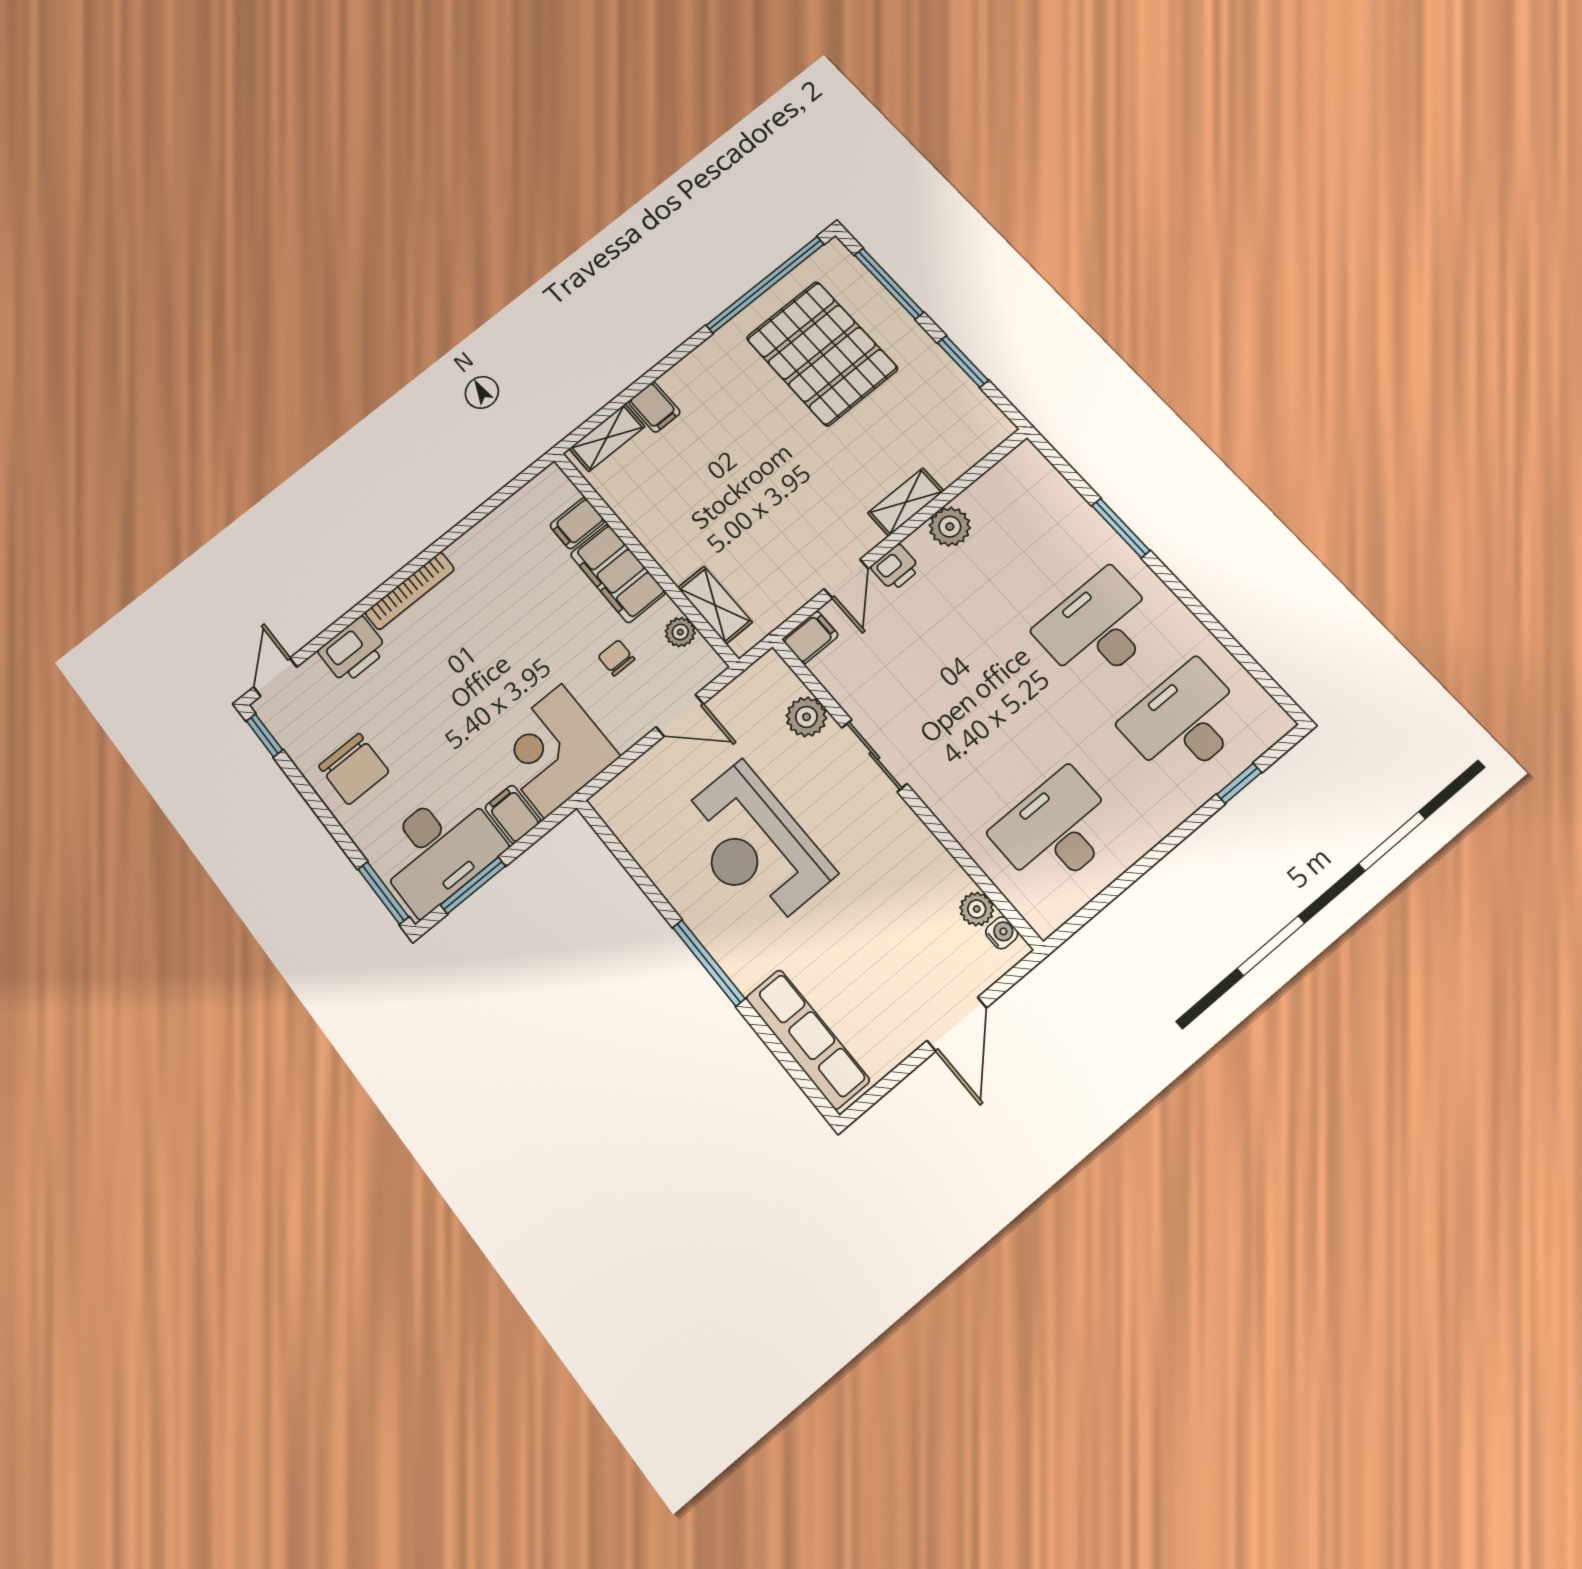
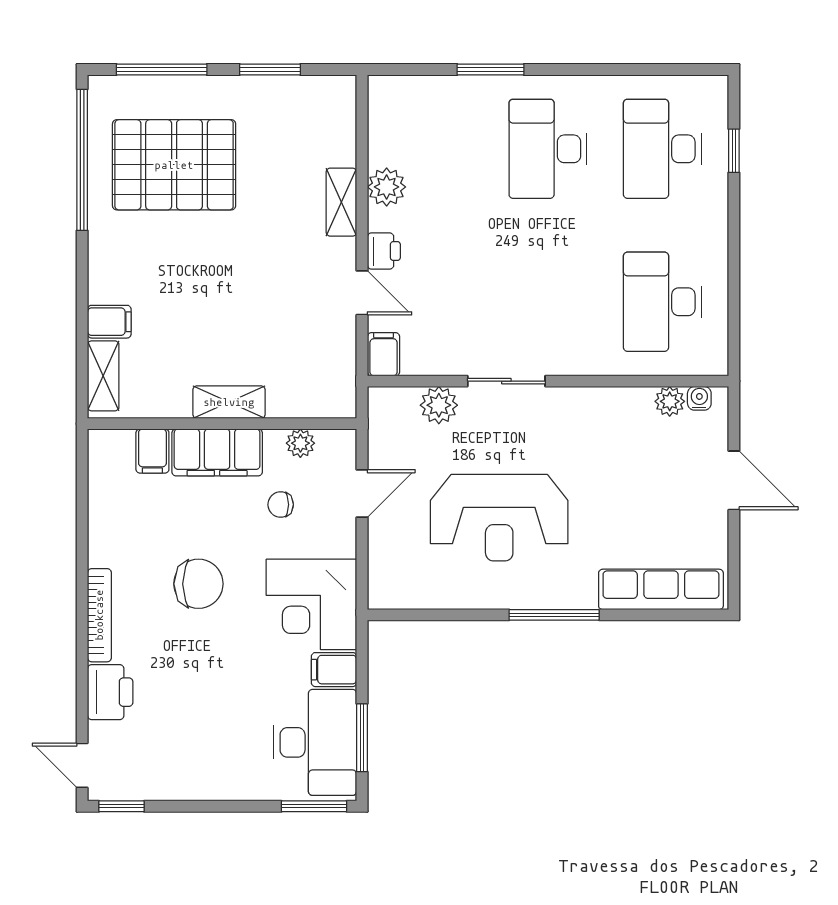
shelving: (715, 605) -> (229, 402), moved
chair: (354, 769) -> (198, 584), moved

